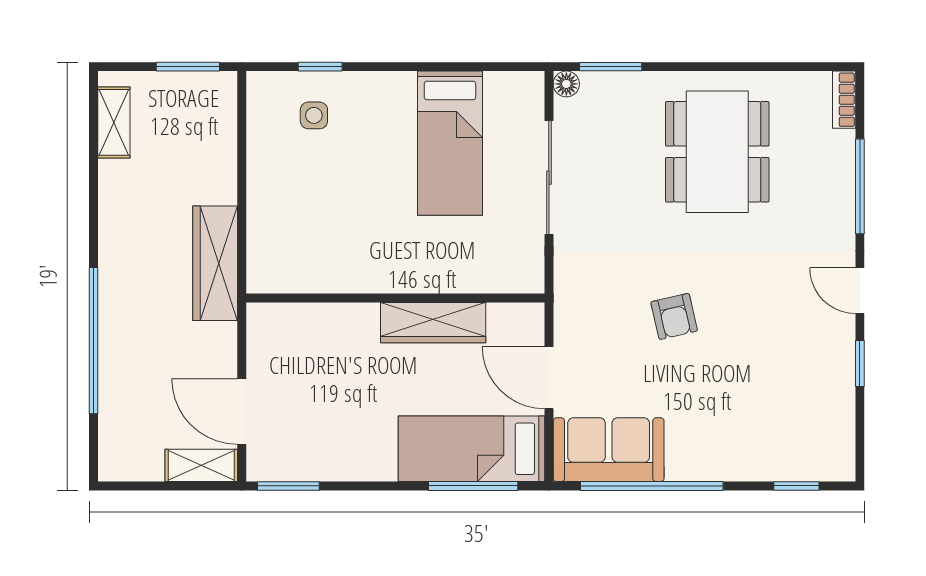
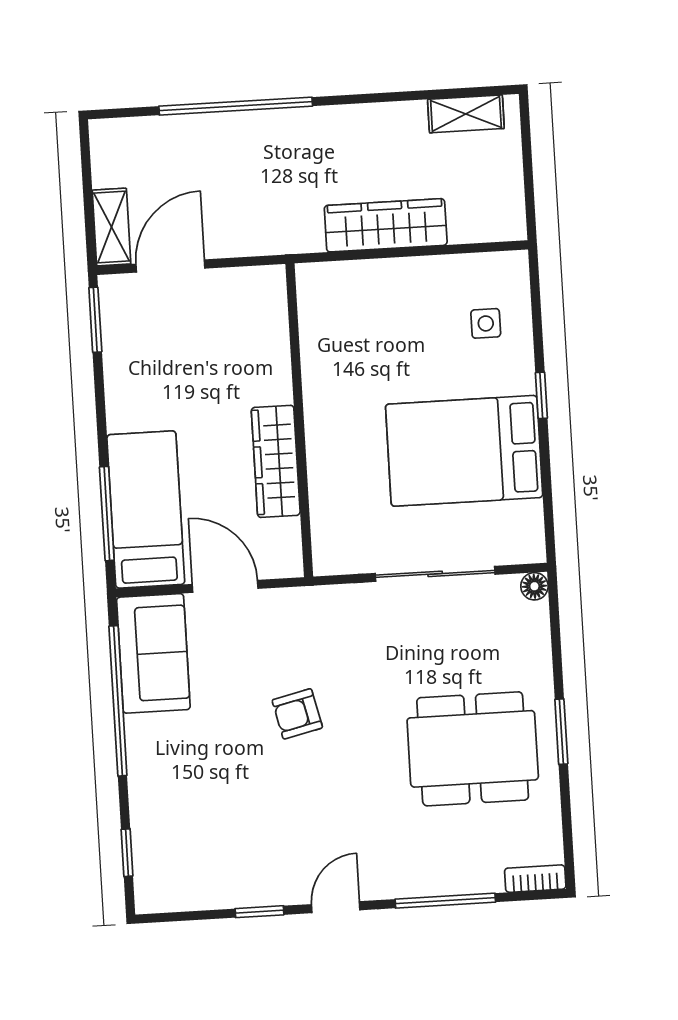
window: (188, 67) -> (529, 188), removed
window: (320, 67) -> (541, 395), moved
window: (611, 67) -> (561, 732), moved
bed: (450, 143) -> (464, 451), width x1.50
wardrobe: (215, 263) -> (386, 225), moved
door: (549, 378) -> (225, 586), hinge flipped

